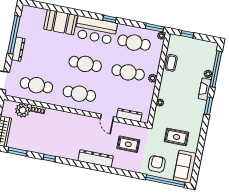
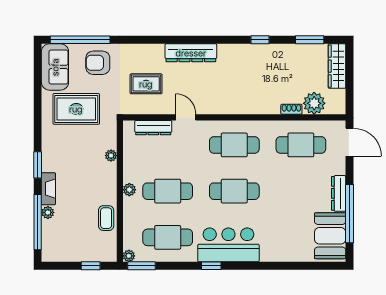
booth: (61, 22) -> (330, 236), moved, turned 90
rug: (177, 137) -> (76, 109), width x1.36, depth x1.43
armchair: (157, 164) -> (98, 63), turned 90

